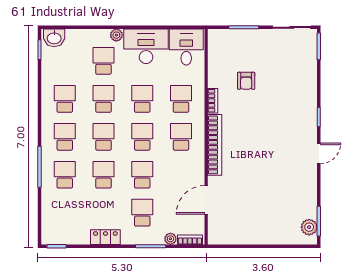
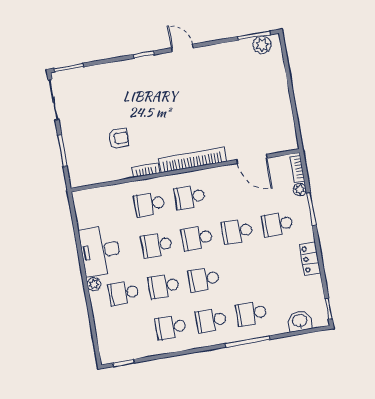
washbasin: (54, 38) -> (300, 321), moved, turned -90
desk: (186, 47) -> (94, 208), removed
school desk: (103, 175) -> (244, 272), removed

